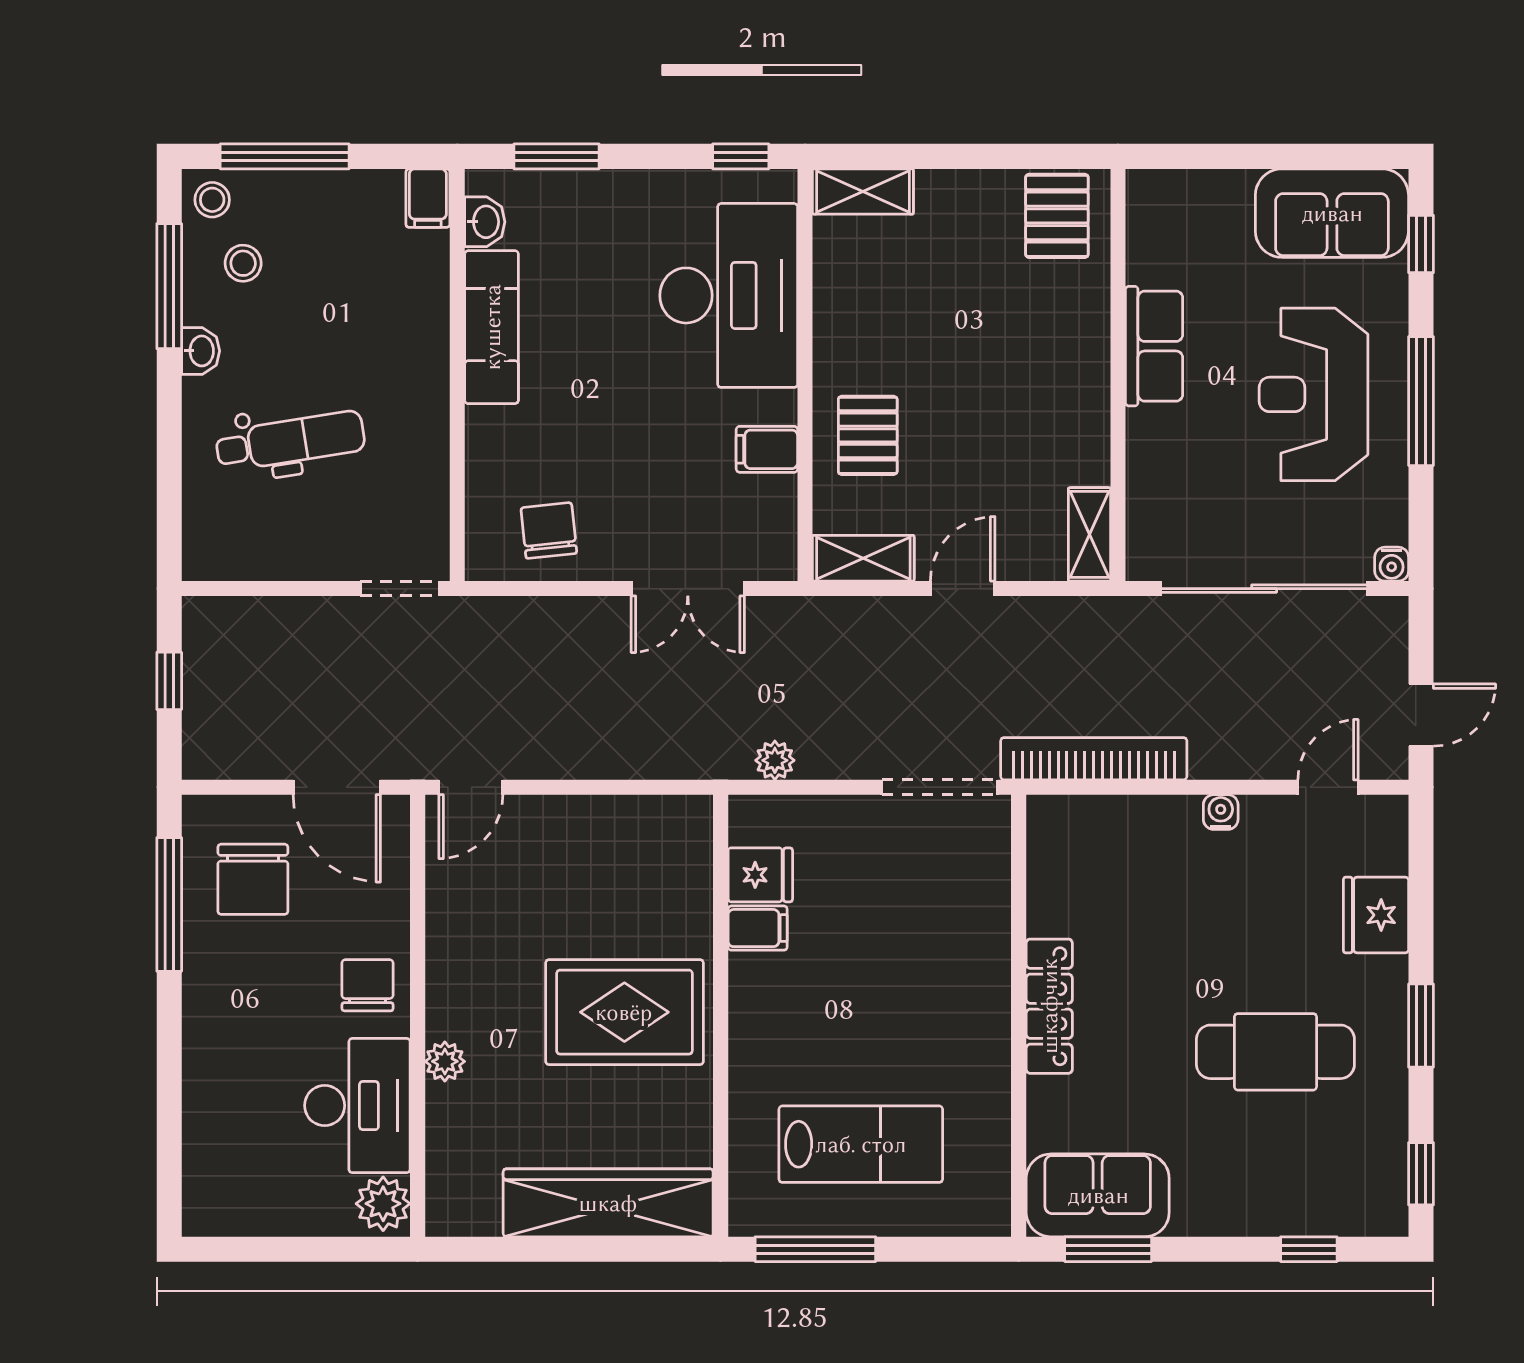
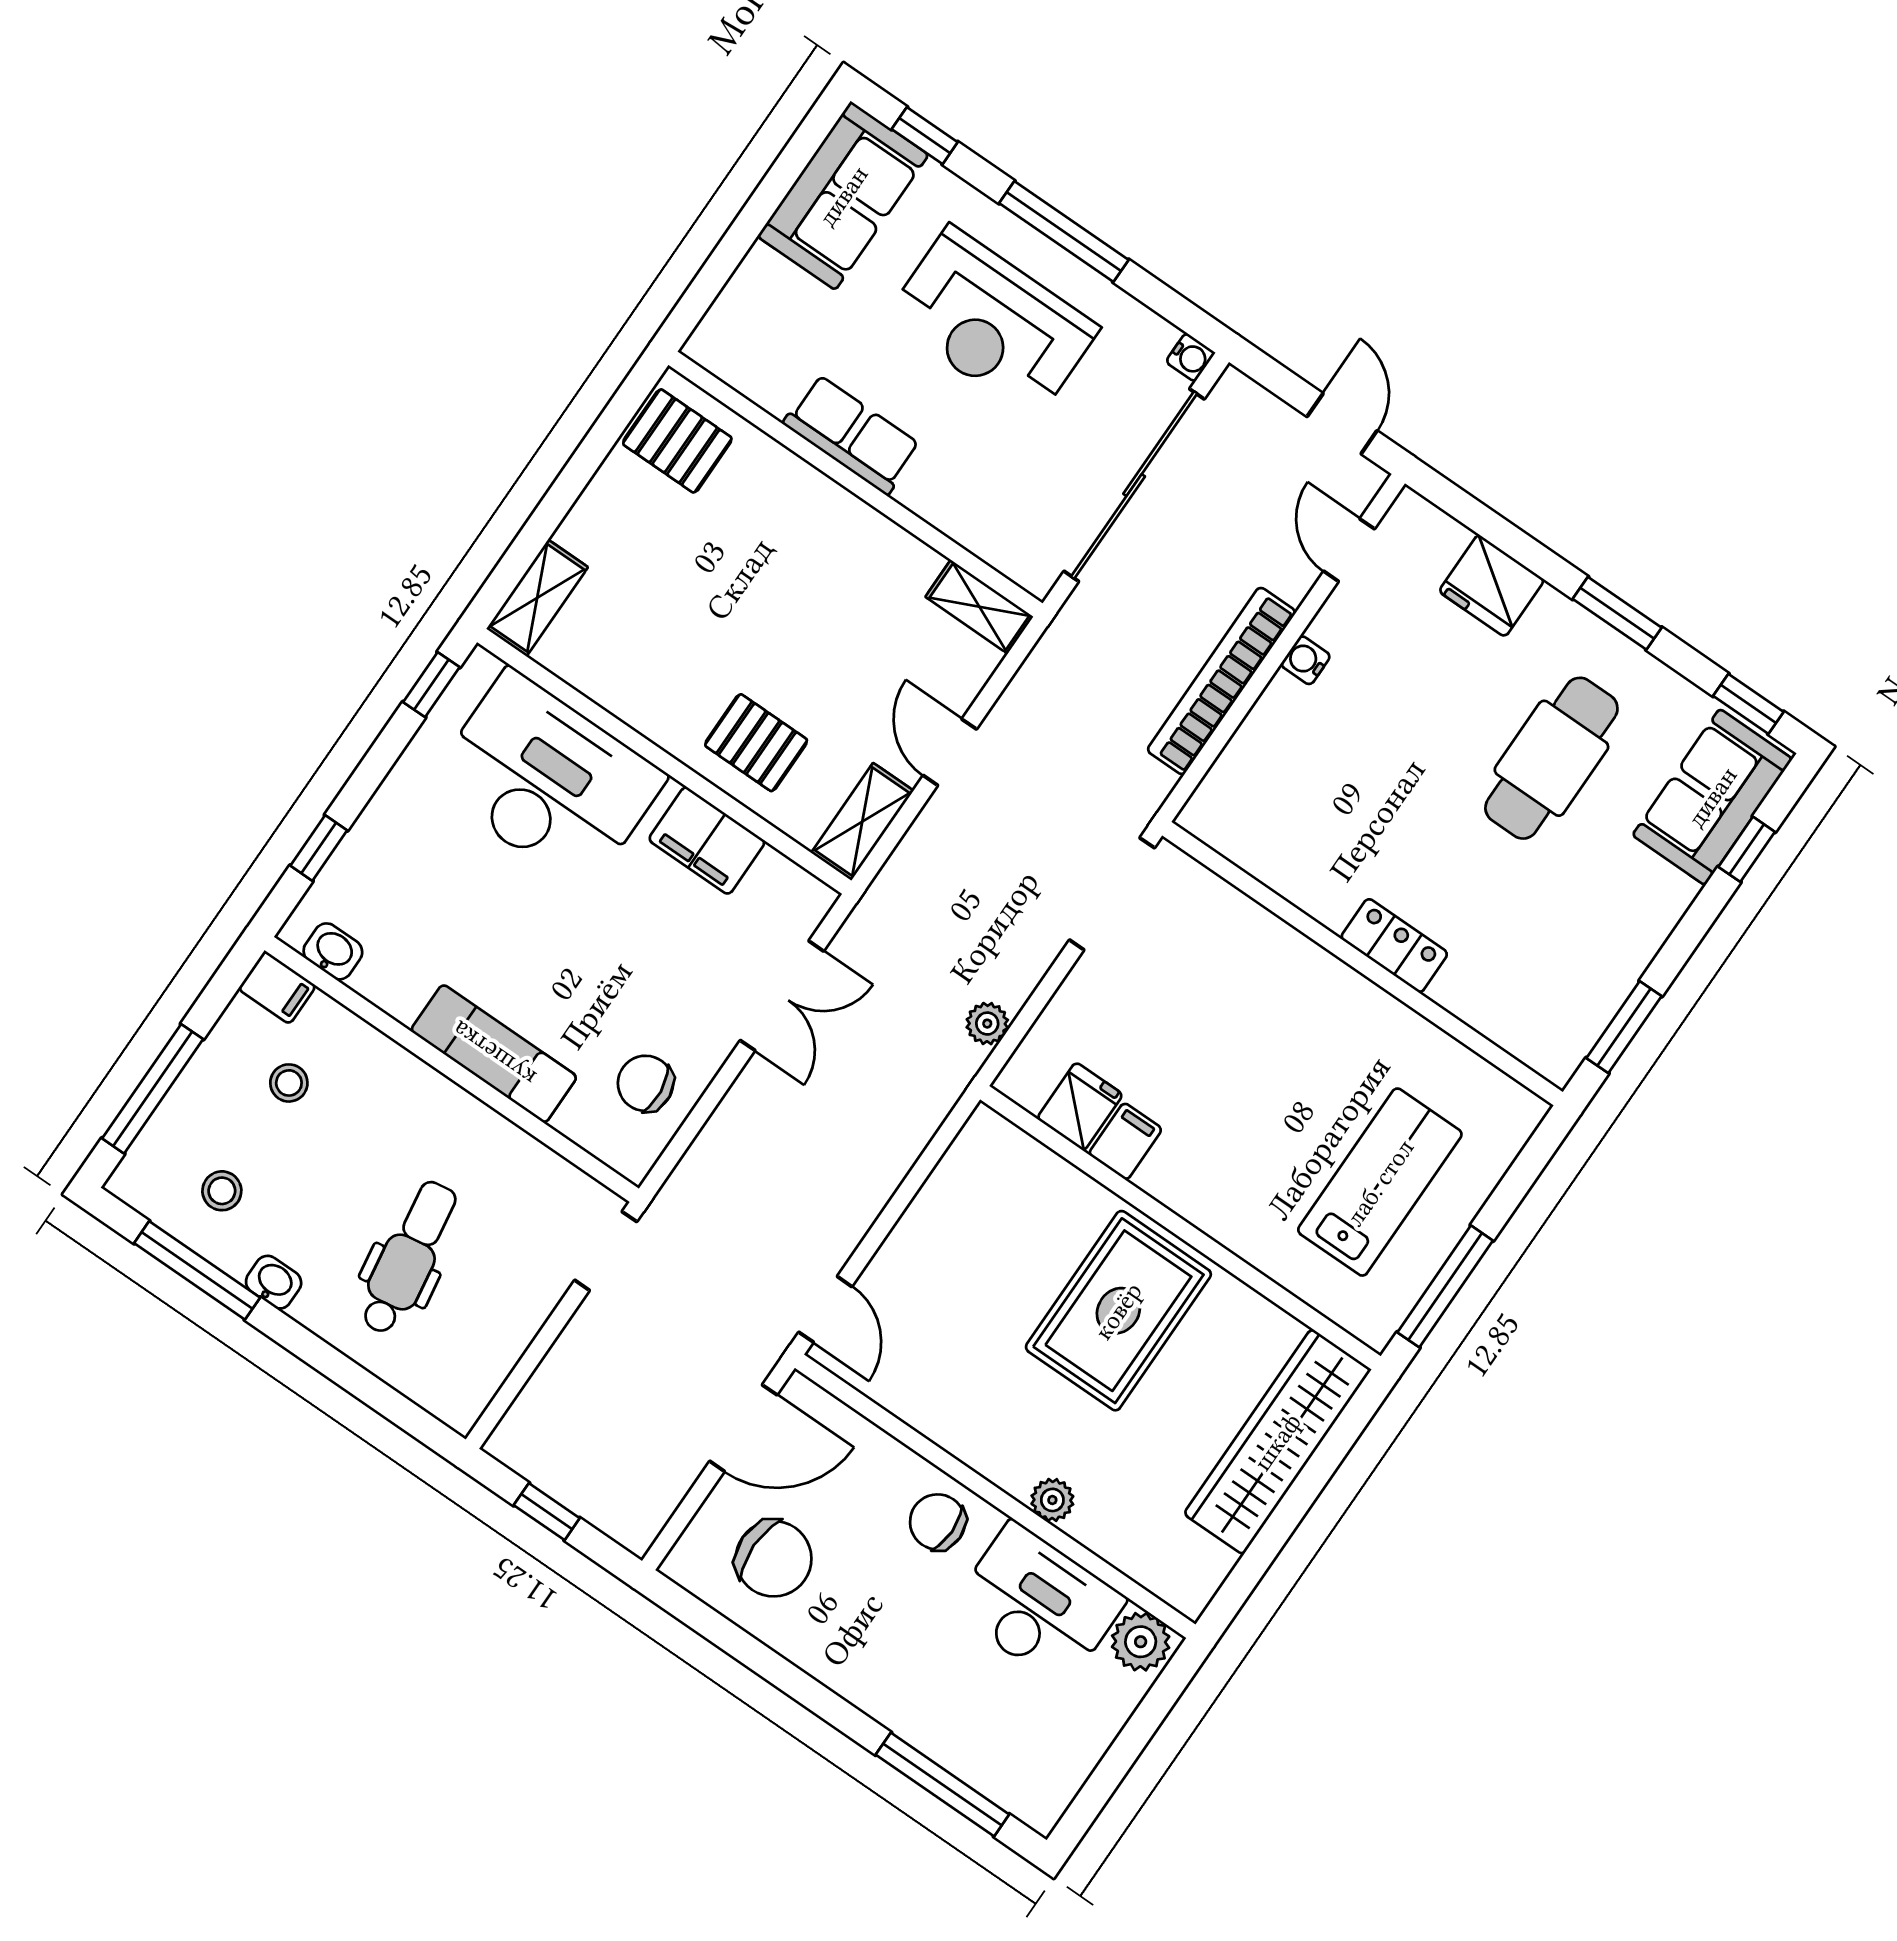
window: (556, 156) -> (319, 848), width x0.67
stool: (212, 200) -> (289, 1083), moved
exam couch: (492, 327) -> (494, 1054), moved
filing cabinet: (767, 449) -> (707, 841), width x2.00
bookcase: (1094, 759) -> (1221, 681), moved
window: (169, 904) -> (942, 1785), moved
locker: (1049, 1006) -> (1394, 946), width x0.66
sofa: (1098, 1195) -> (1712, 797), moved

